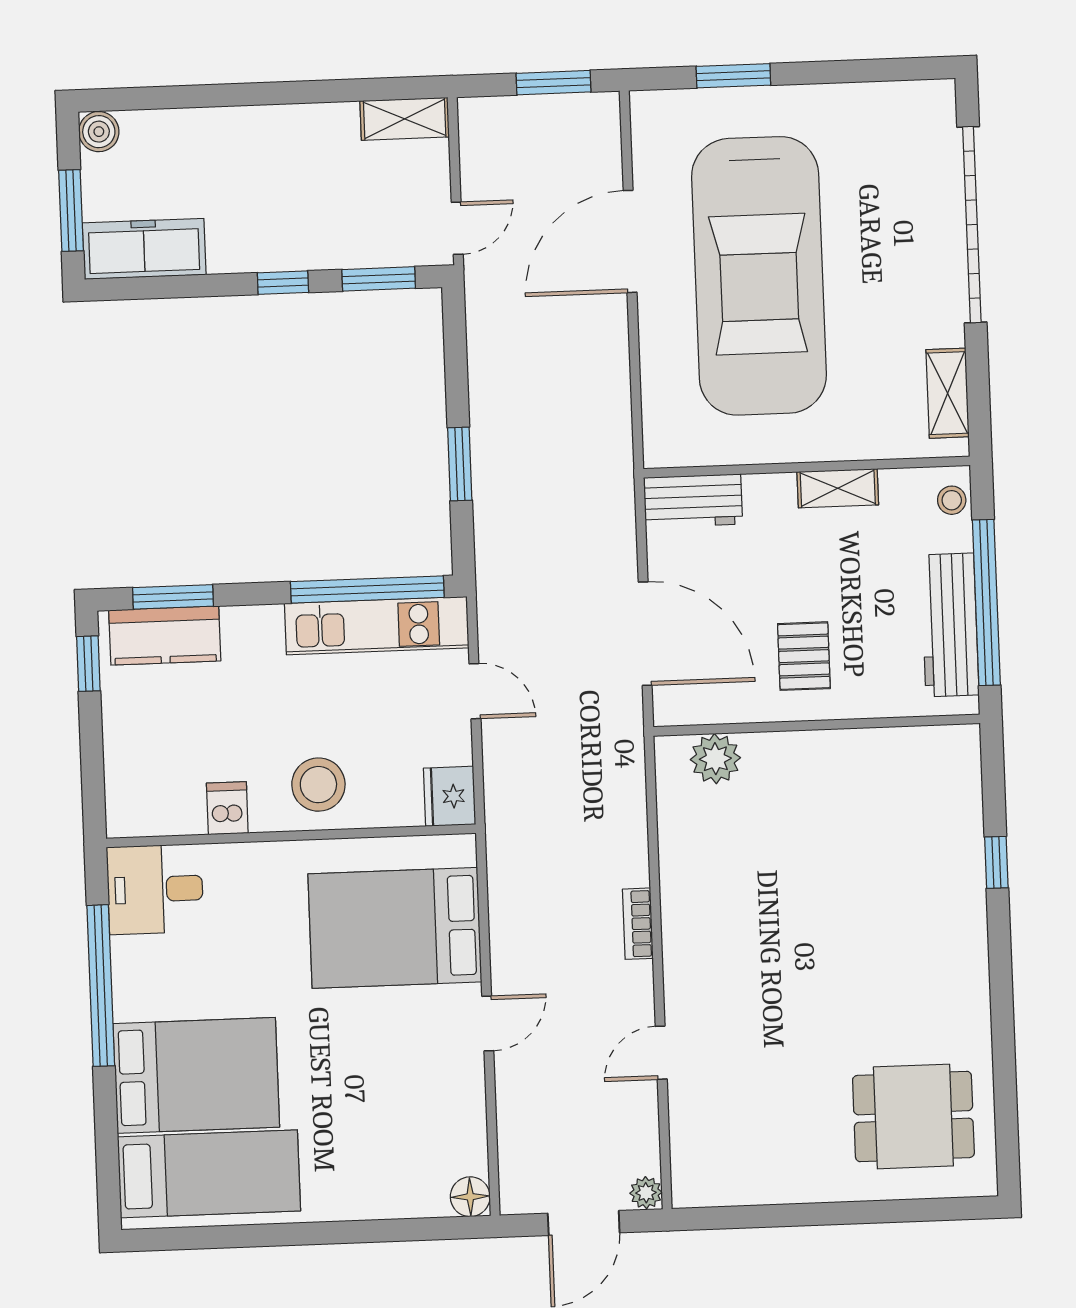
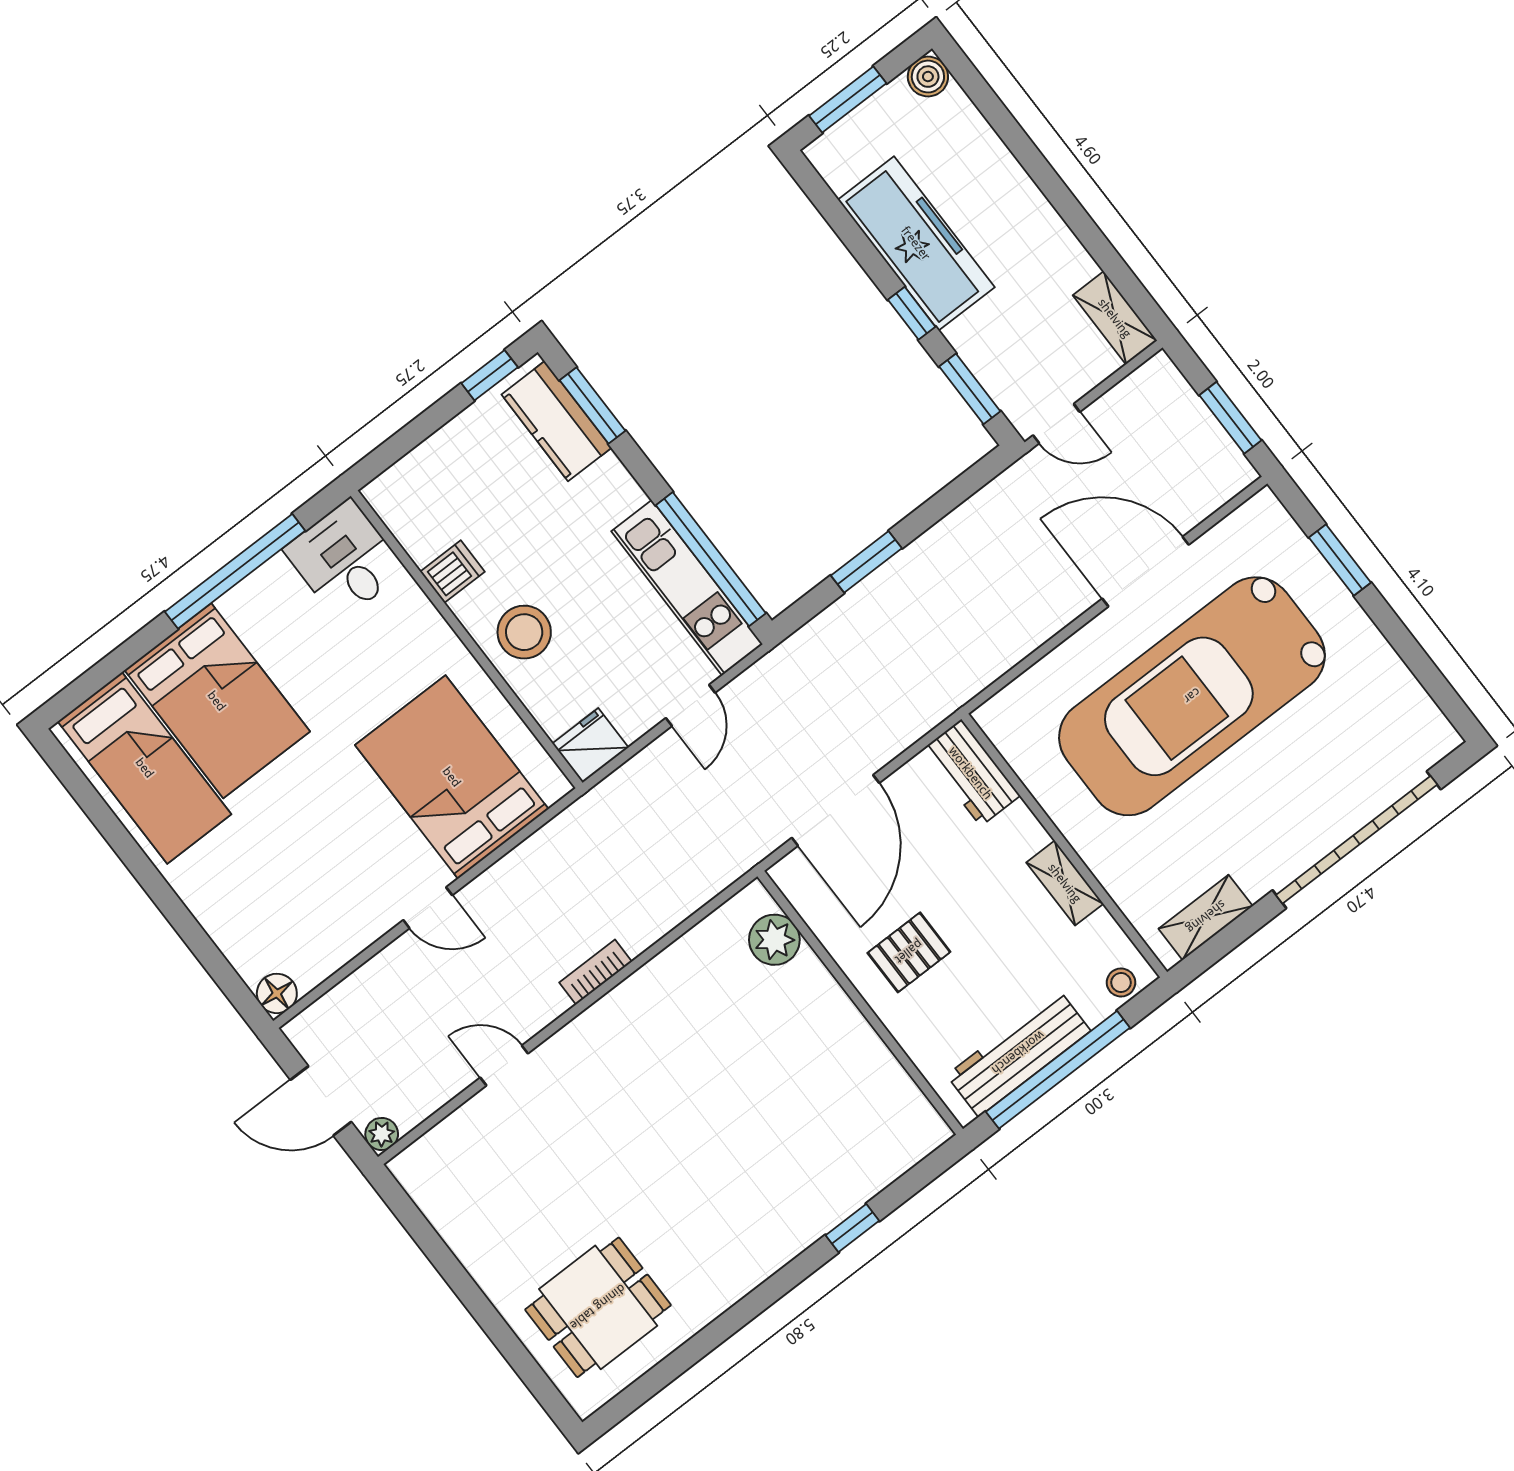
freezer: (144, 249) -> (916, 243), moved, width x1.36, depth x1.26
dining table: (913, 1116) -> (598, 1307), turned 90

